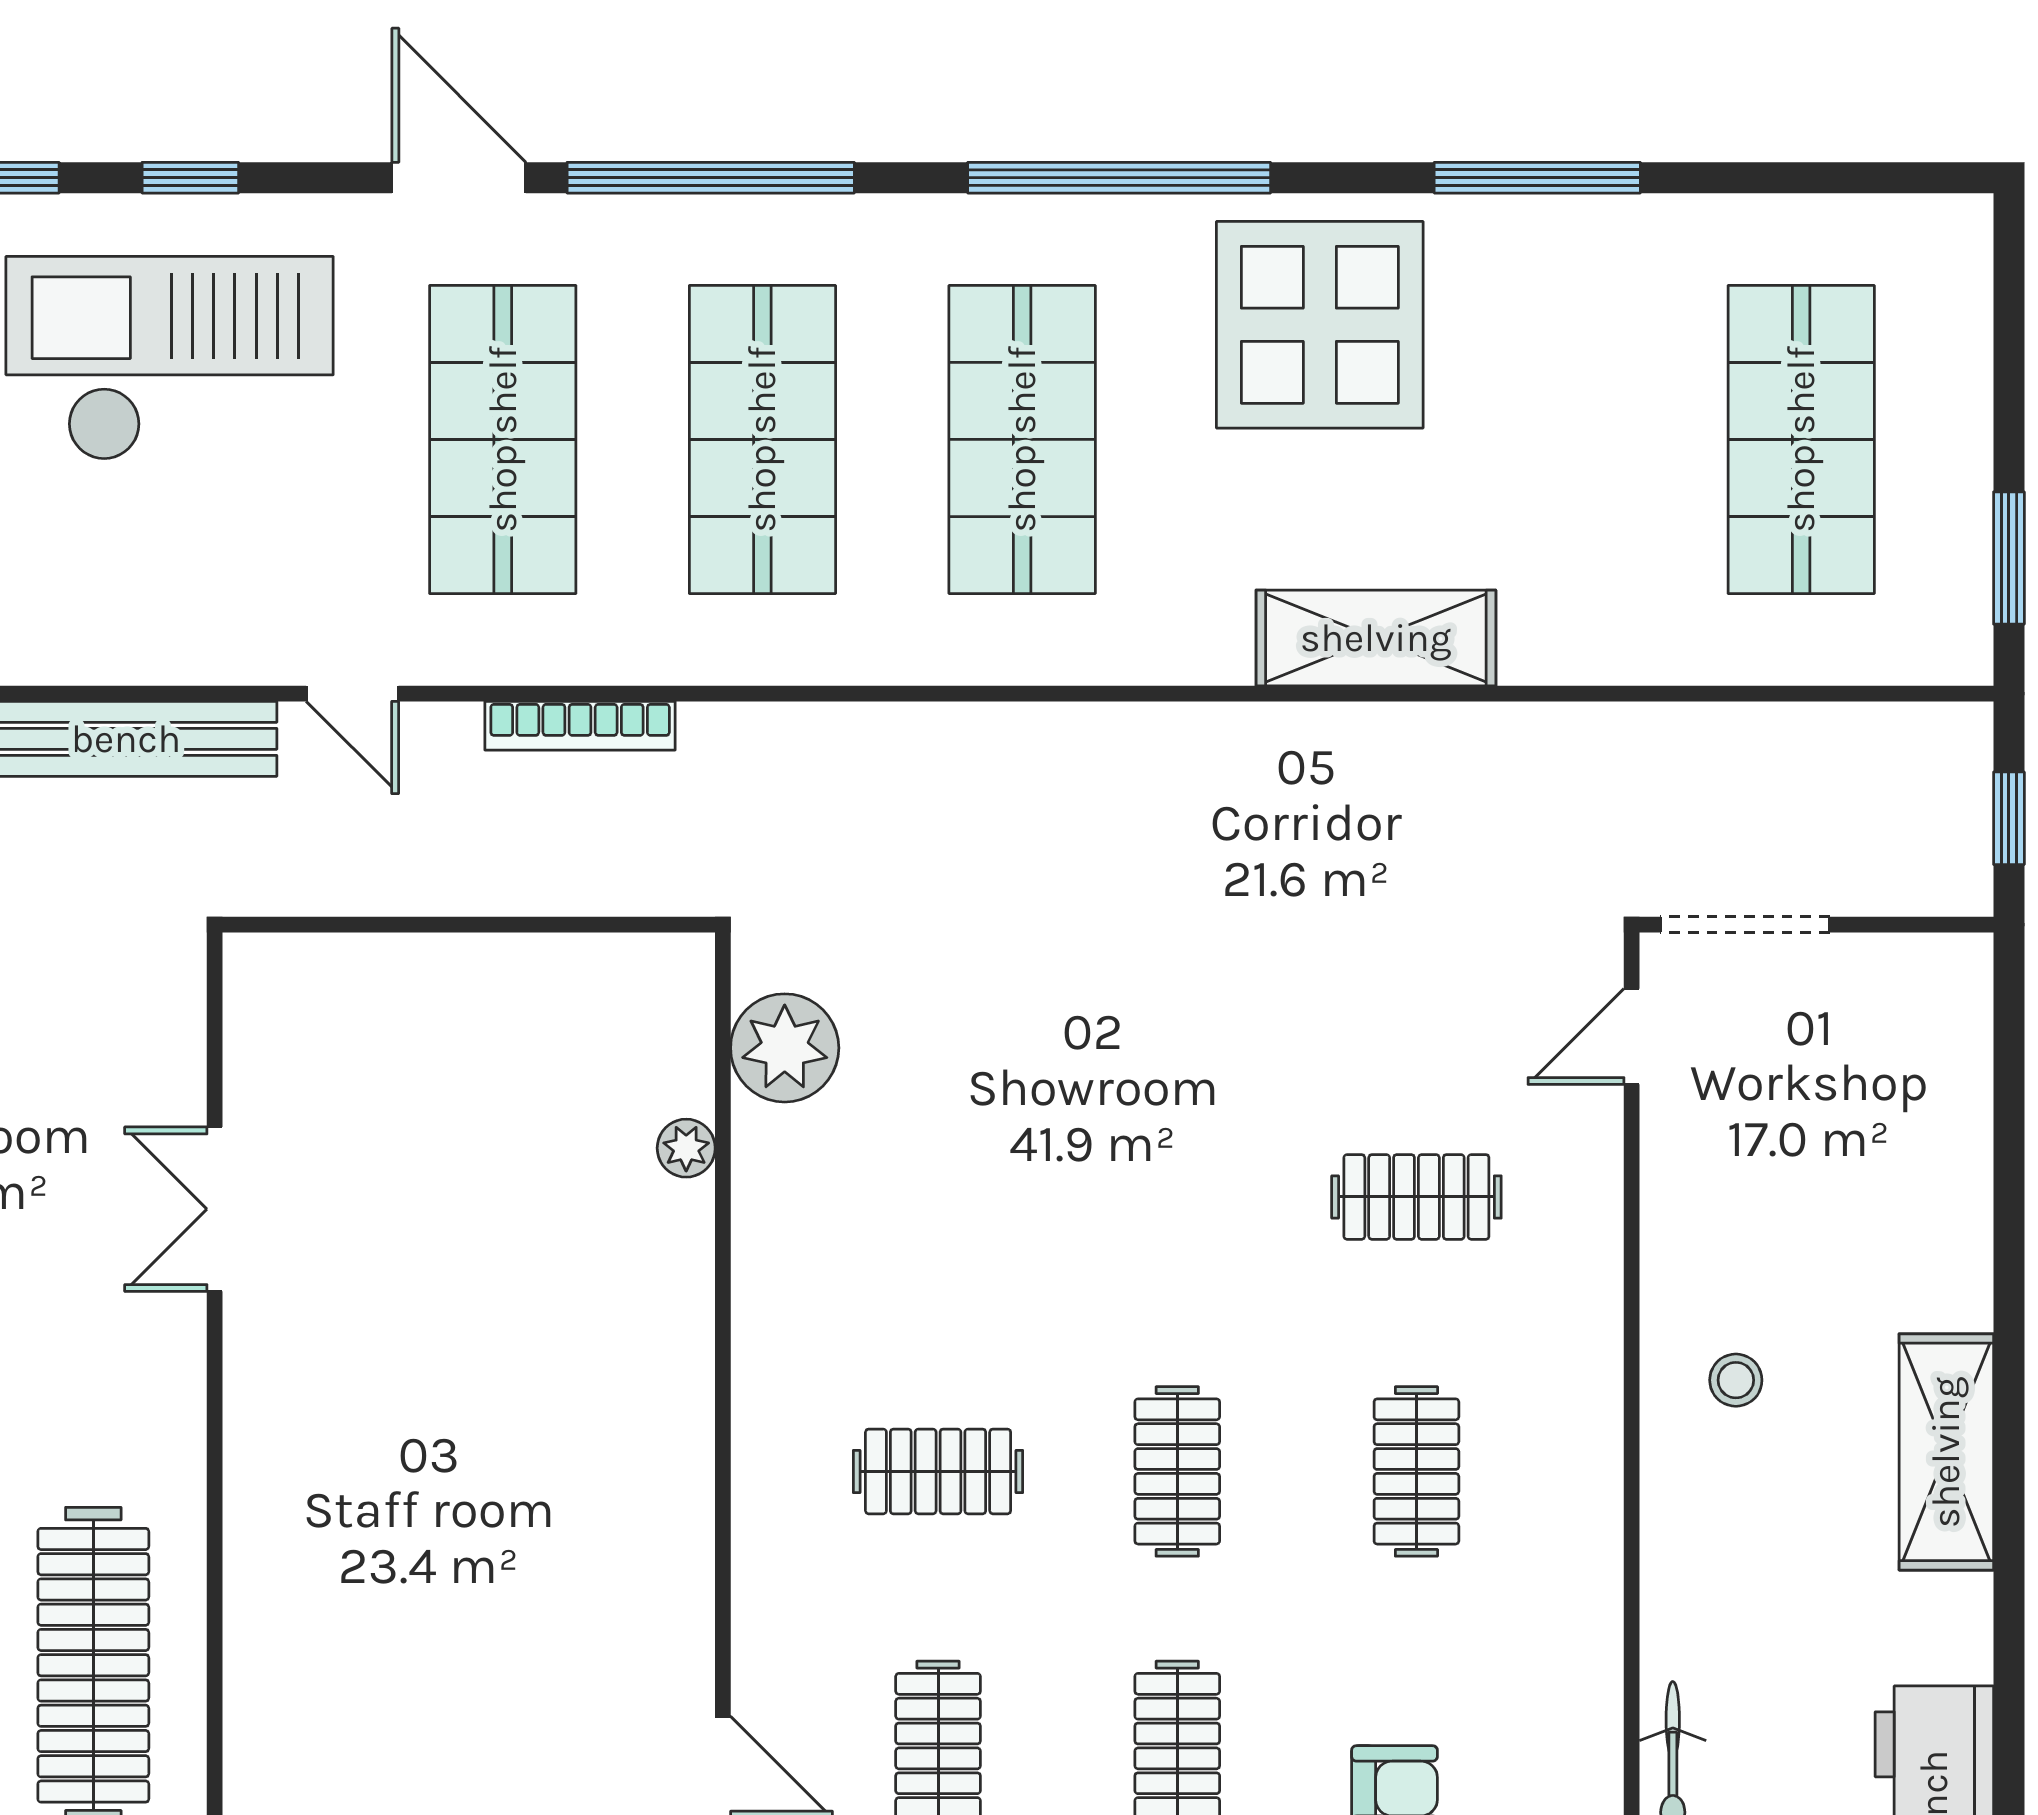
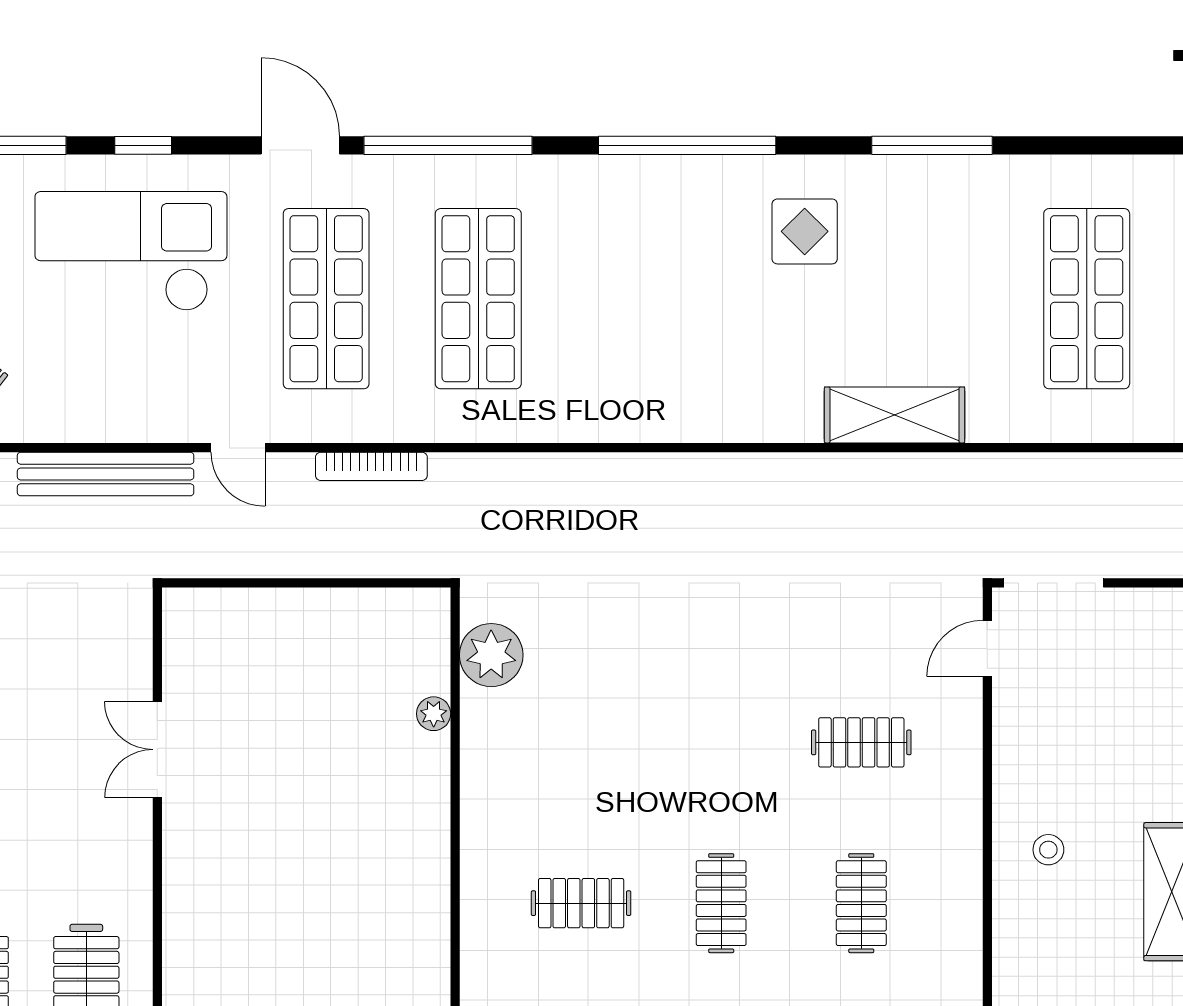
display table: (1320, 325) -> (805, 231), width x0.54, depth x0.54
shop shelf: (1022, 439) -> (630, 299), removed
shelving: (1376, 638) -> (895, 415), moved

